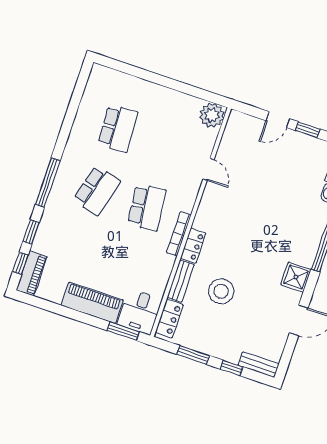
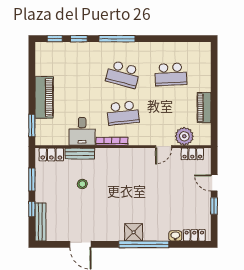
plant: (212, 115) -> (184, 136), moved
locker: (193, 246) -> (192, 154), moved
piano: (32, 273) -> (204, 108), moved, turned 90
shower: (296, 277) -> (134, 232), moved
stool: (221, 291) -> (82, 184), width x0.53, depth x0.53
desk: (140, 312) -> (82, 131), moved, turned -90
bench: (259, 365) -> (40, 222), width x1.36

